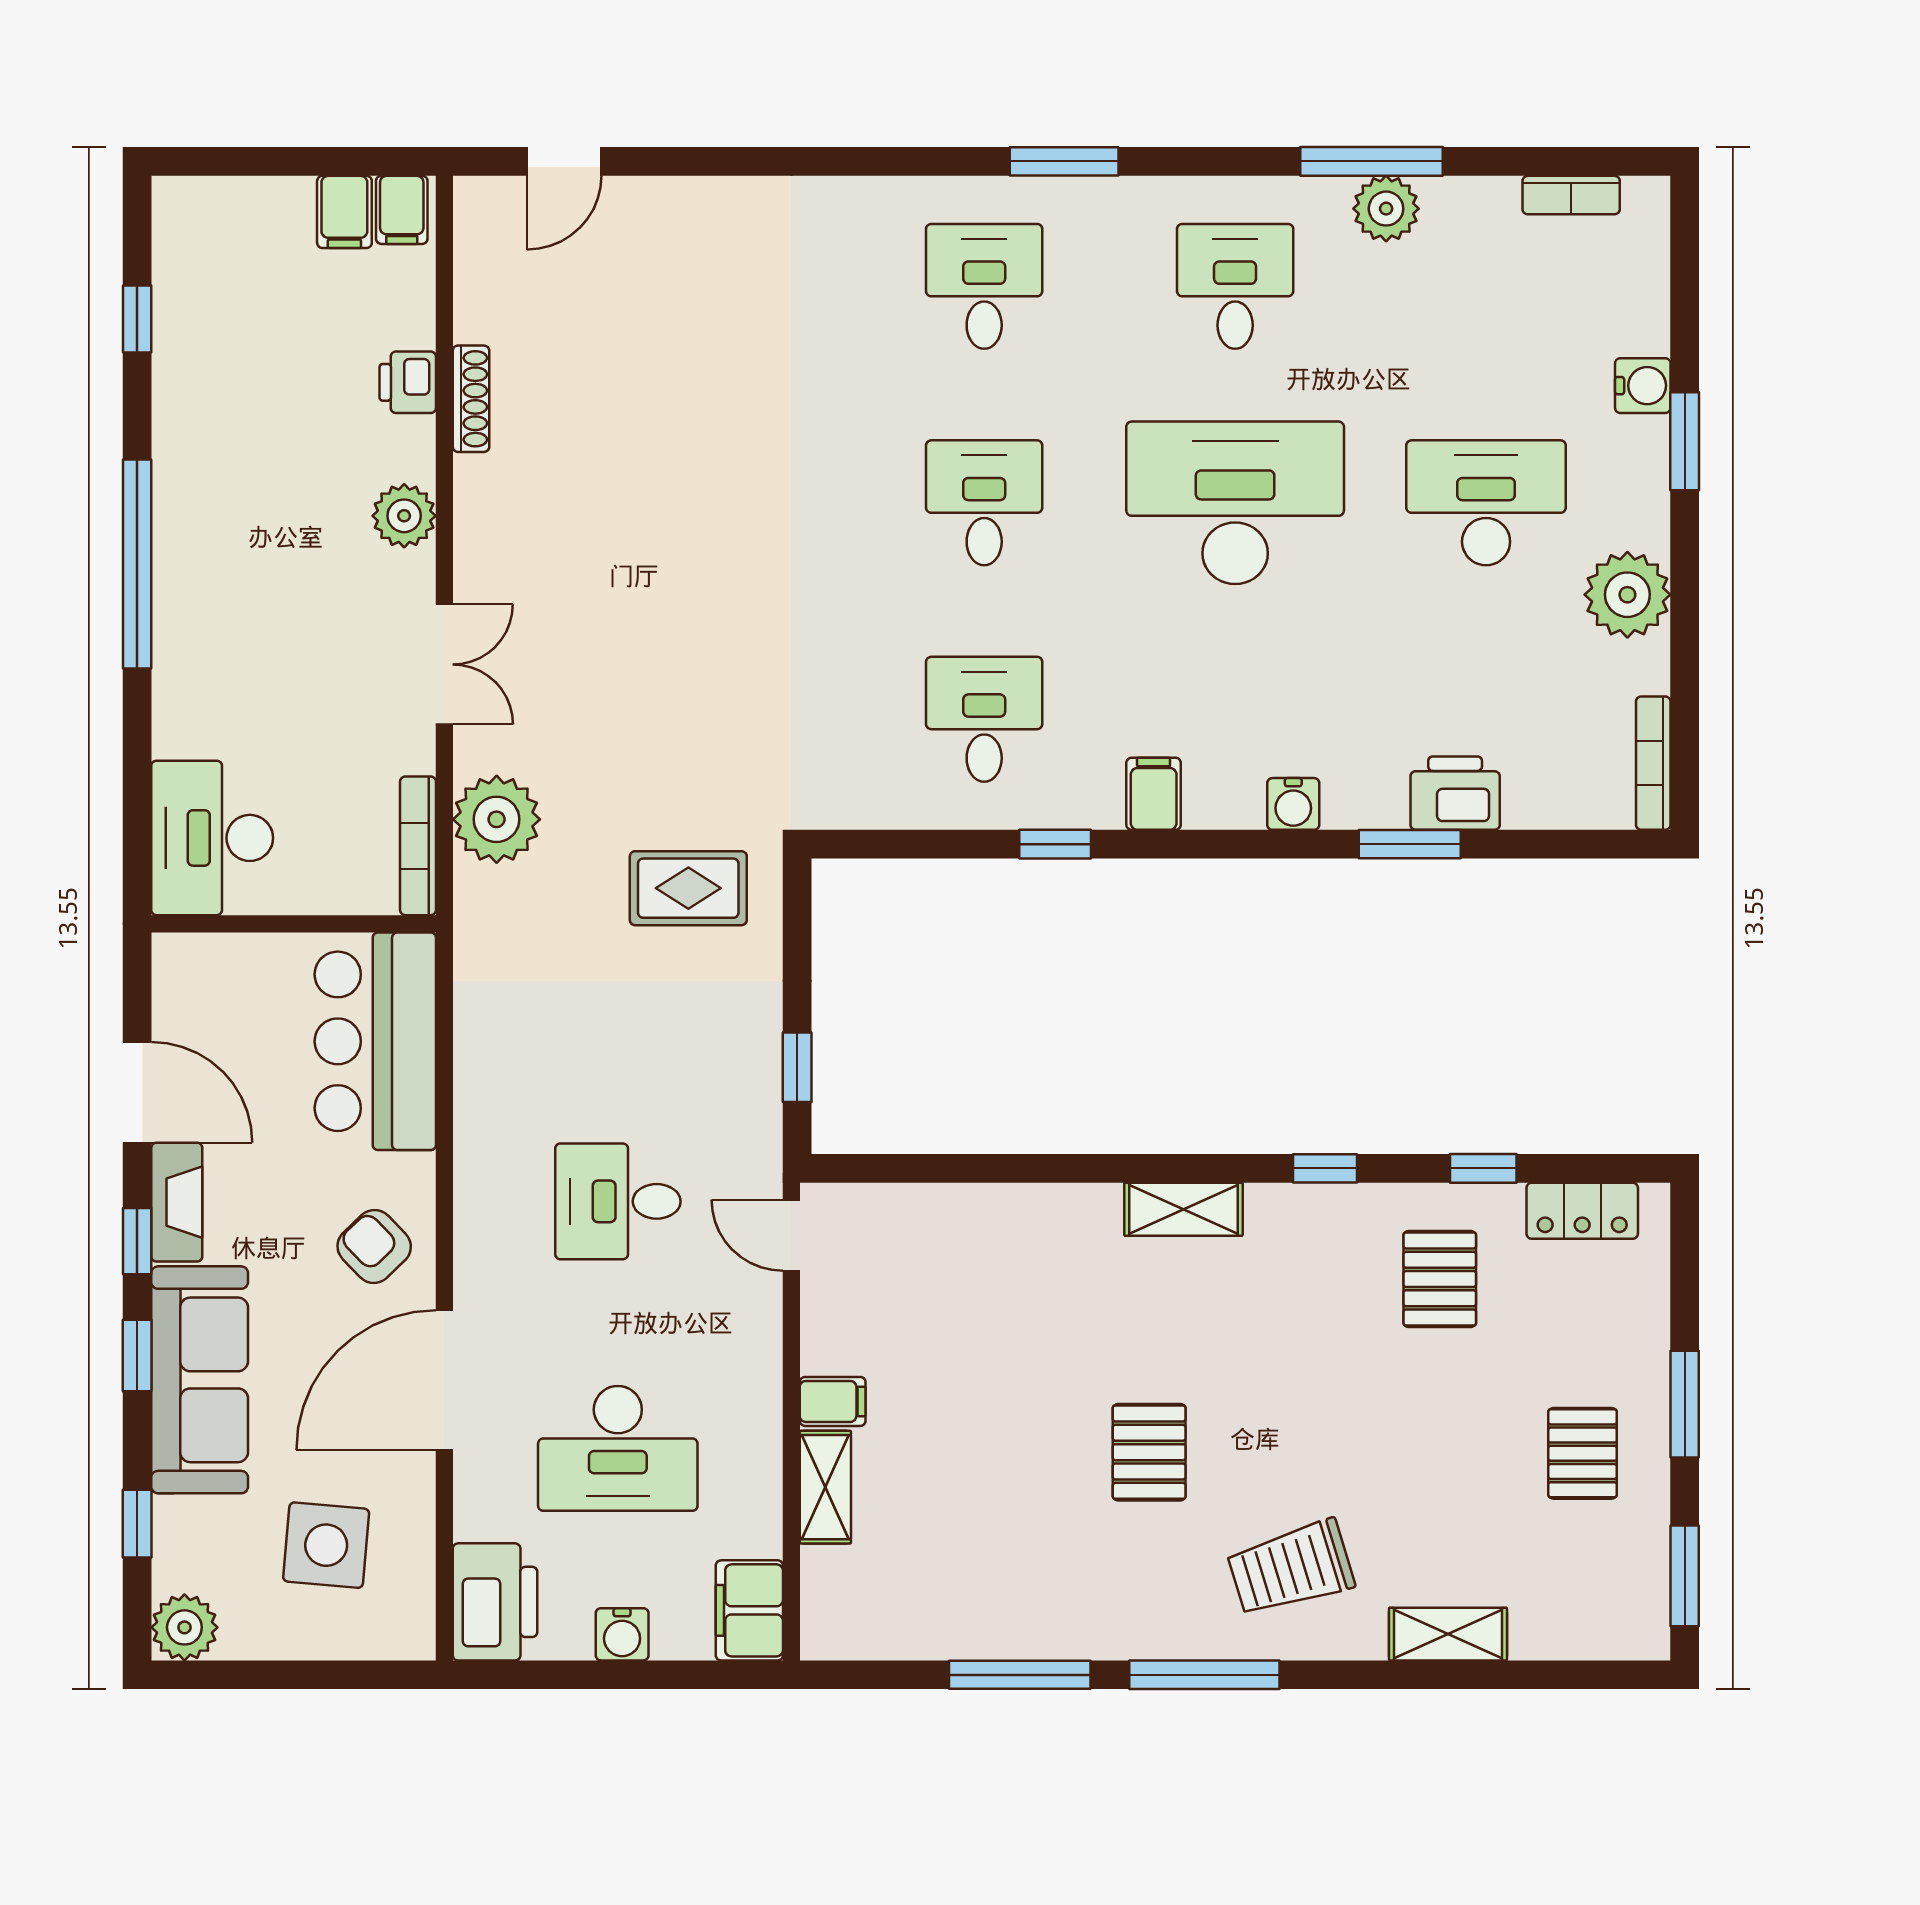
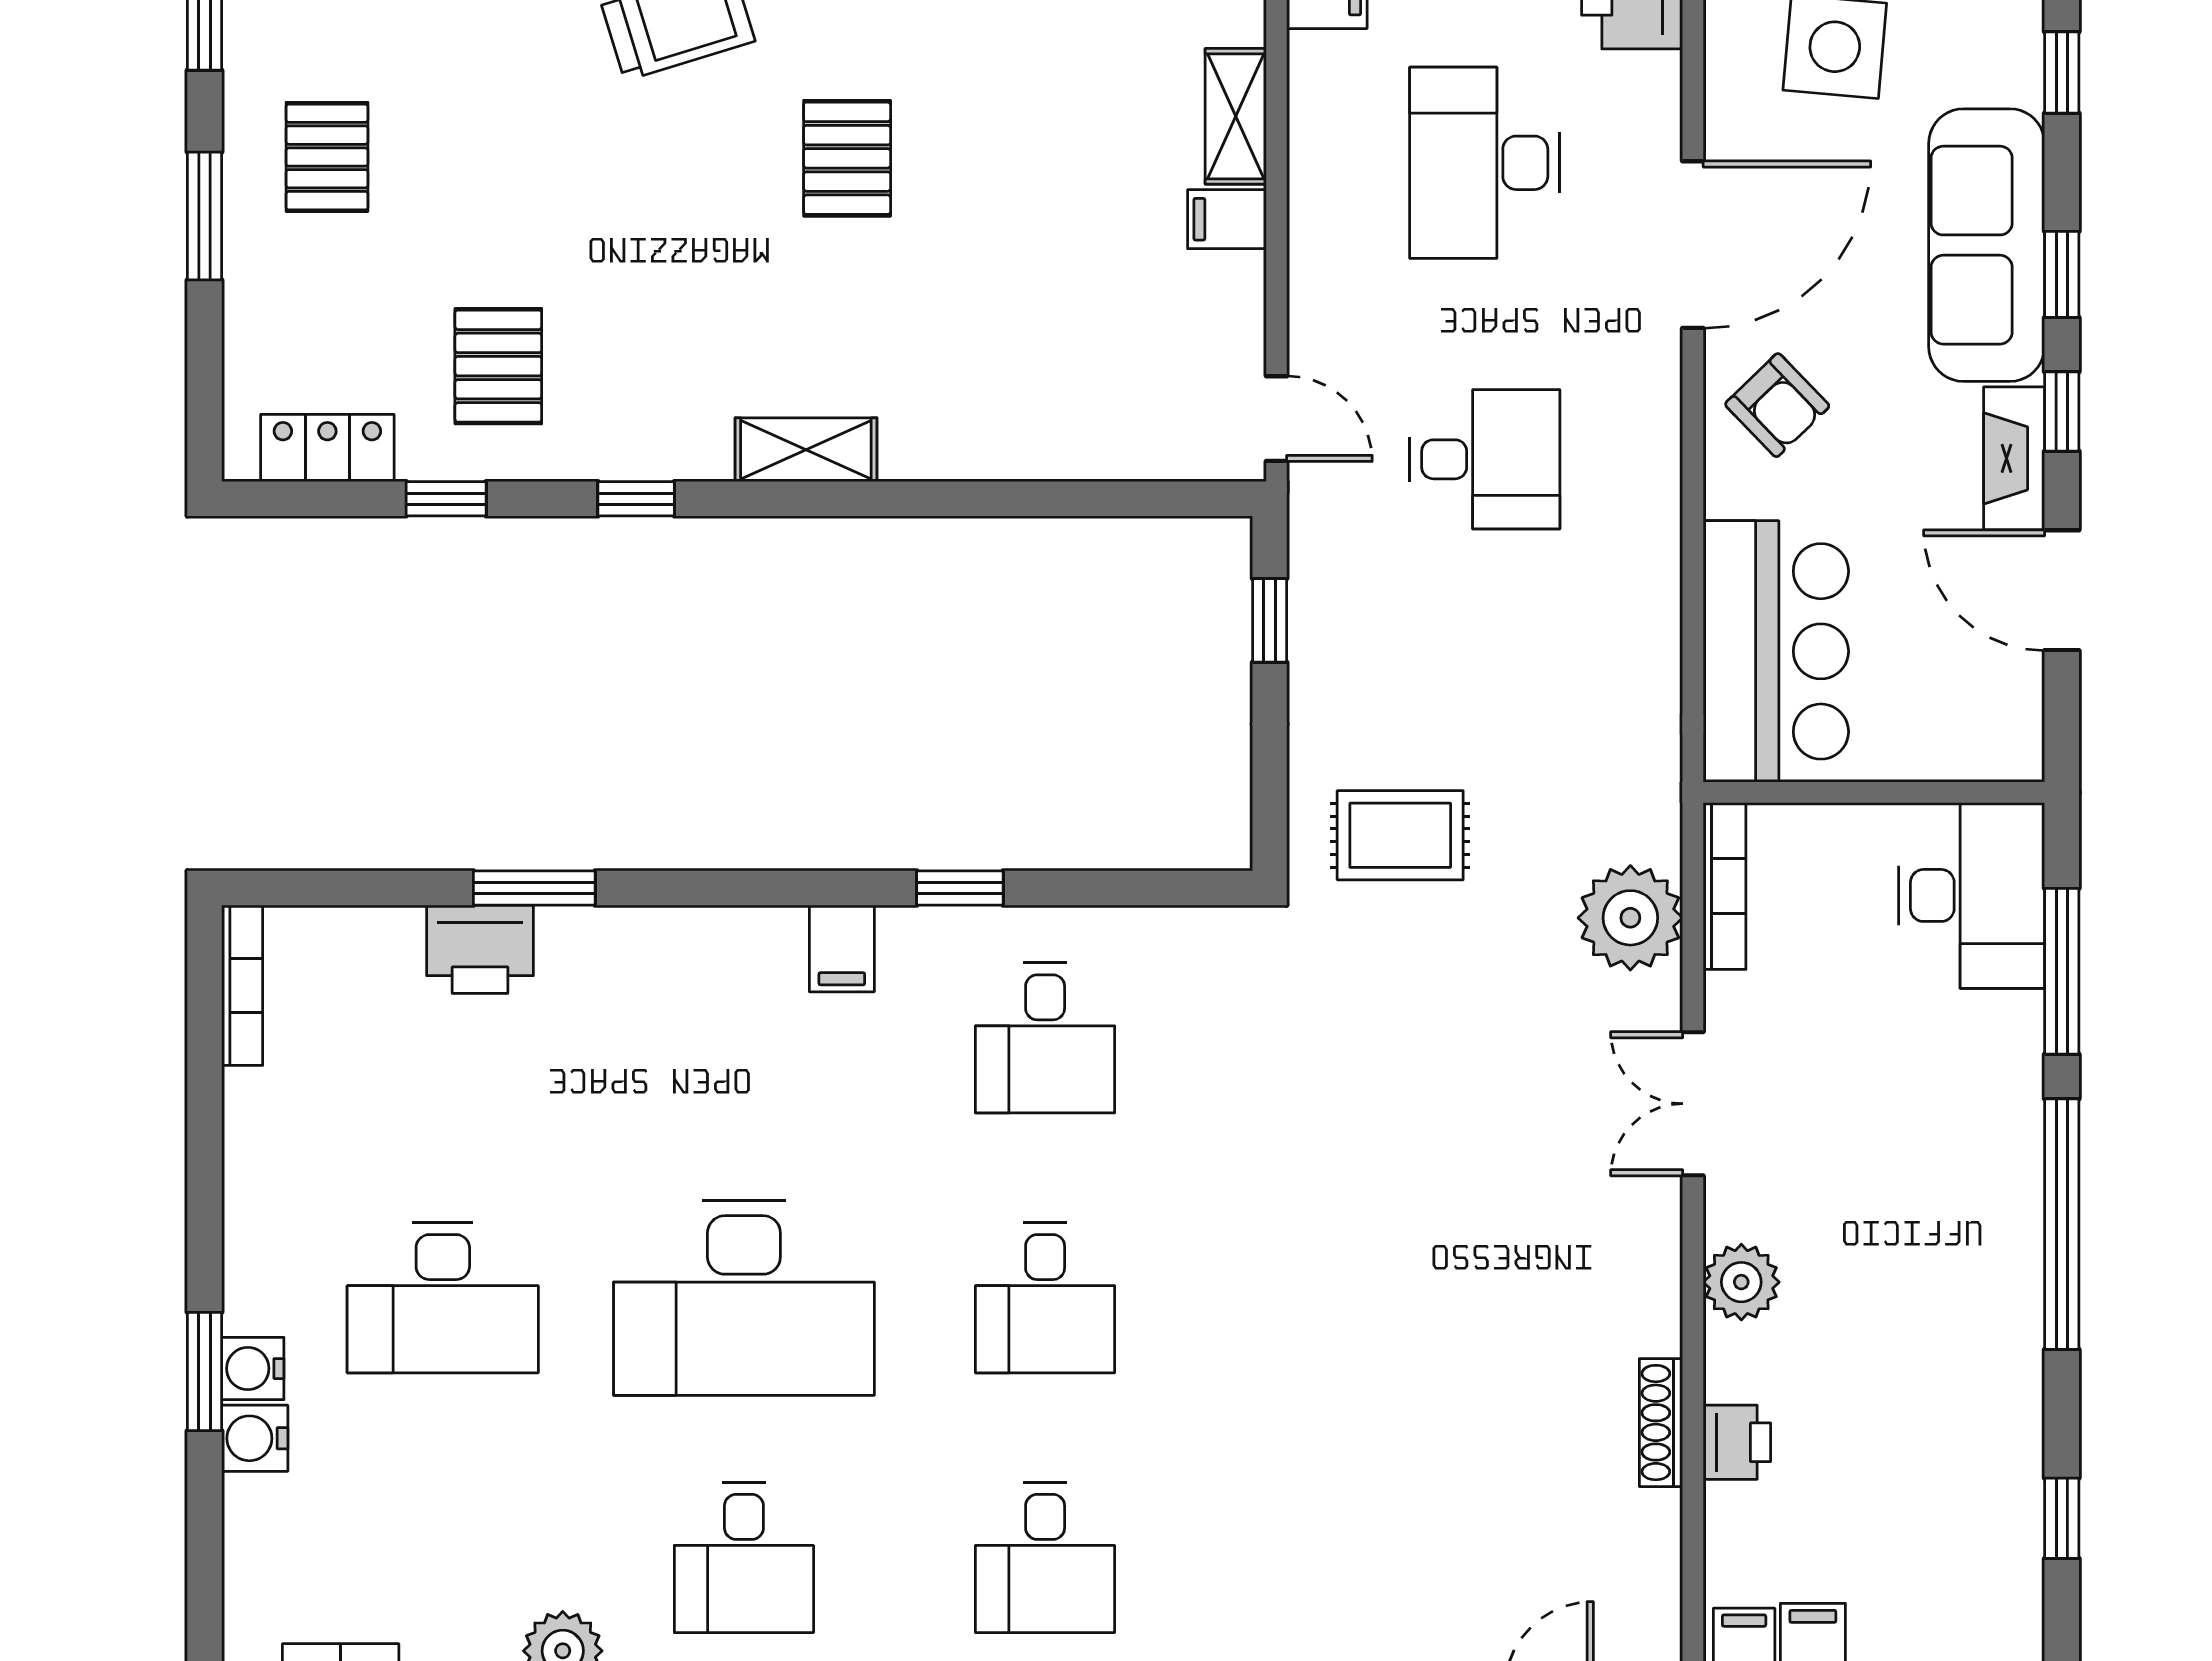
plant: (1627, 595) -> (273, 1187), removed
window: (137, 775) -> (2062, 971), added
water cooler: (1293, 804) -> (253, 1369), moved, turned -90
desk: (618, 1448) -> (1485, 163), turned -90

